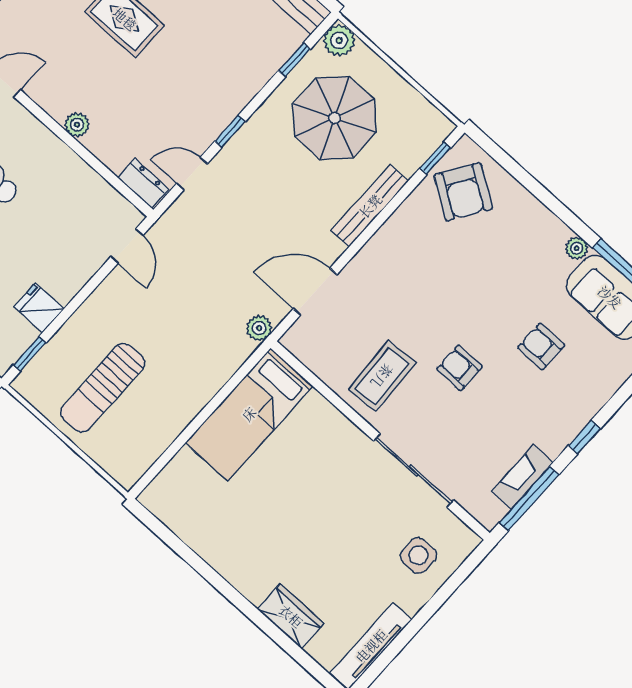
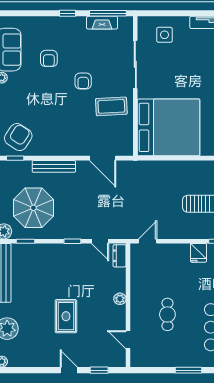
plant: (259, 328) -> (134, 167), removed
bed: (249, 414) -> (169, 127), width x2.04

